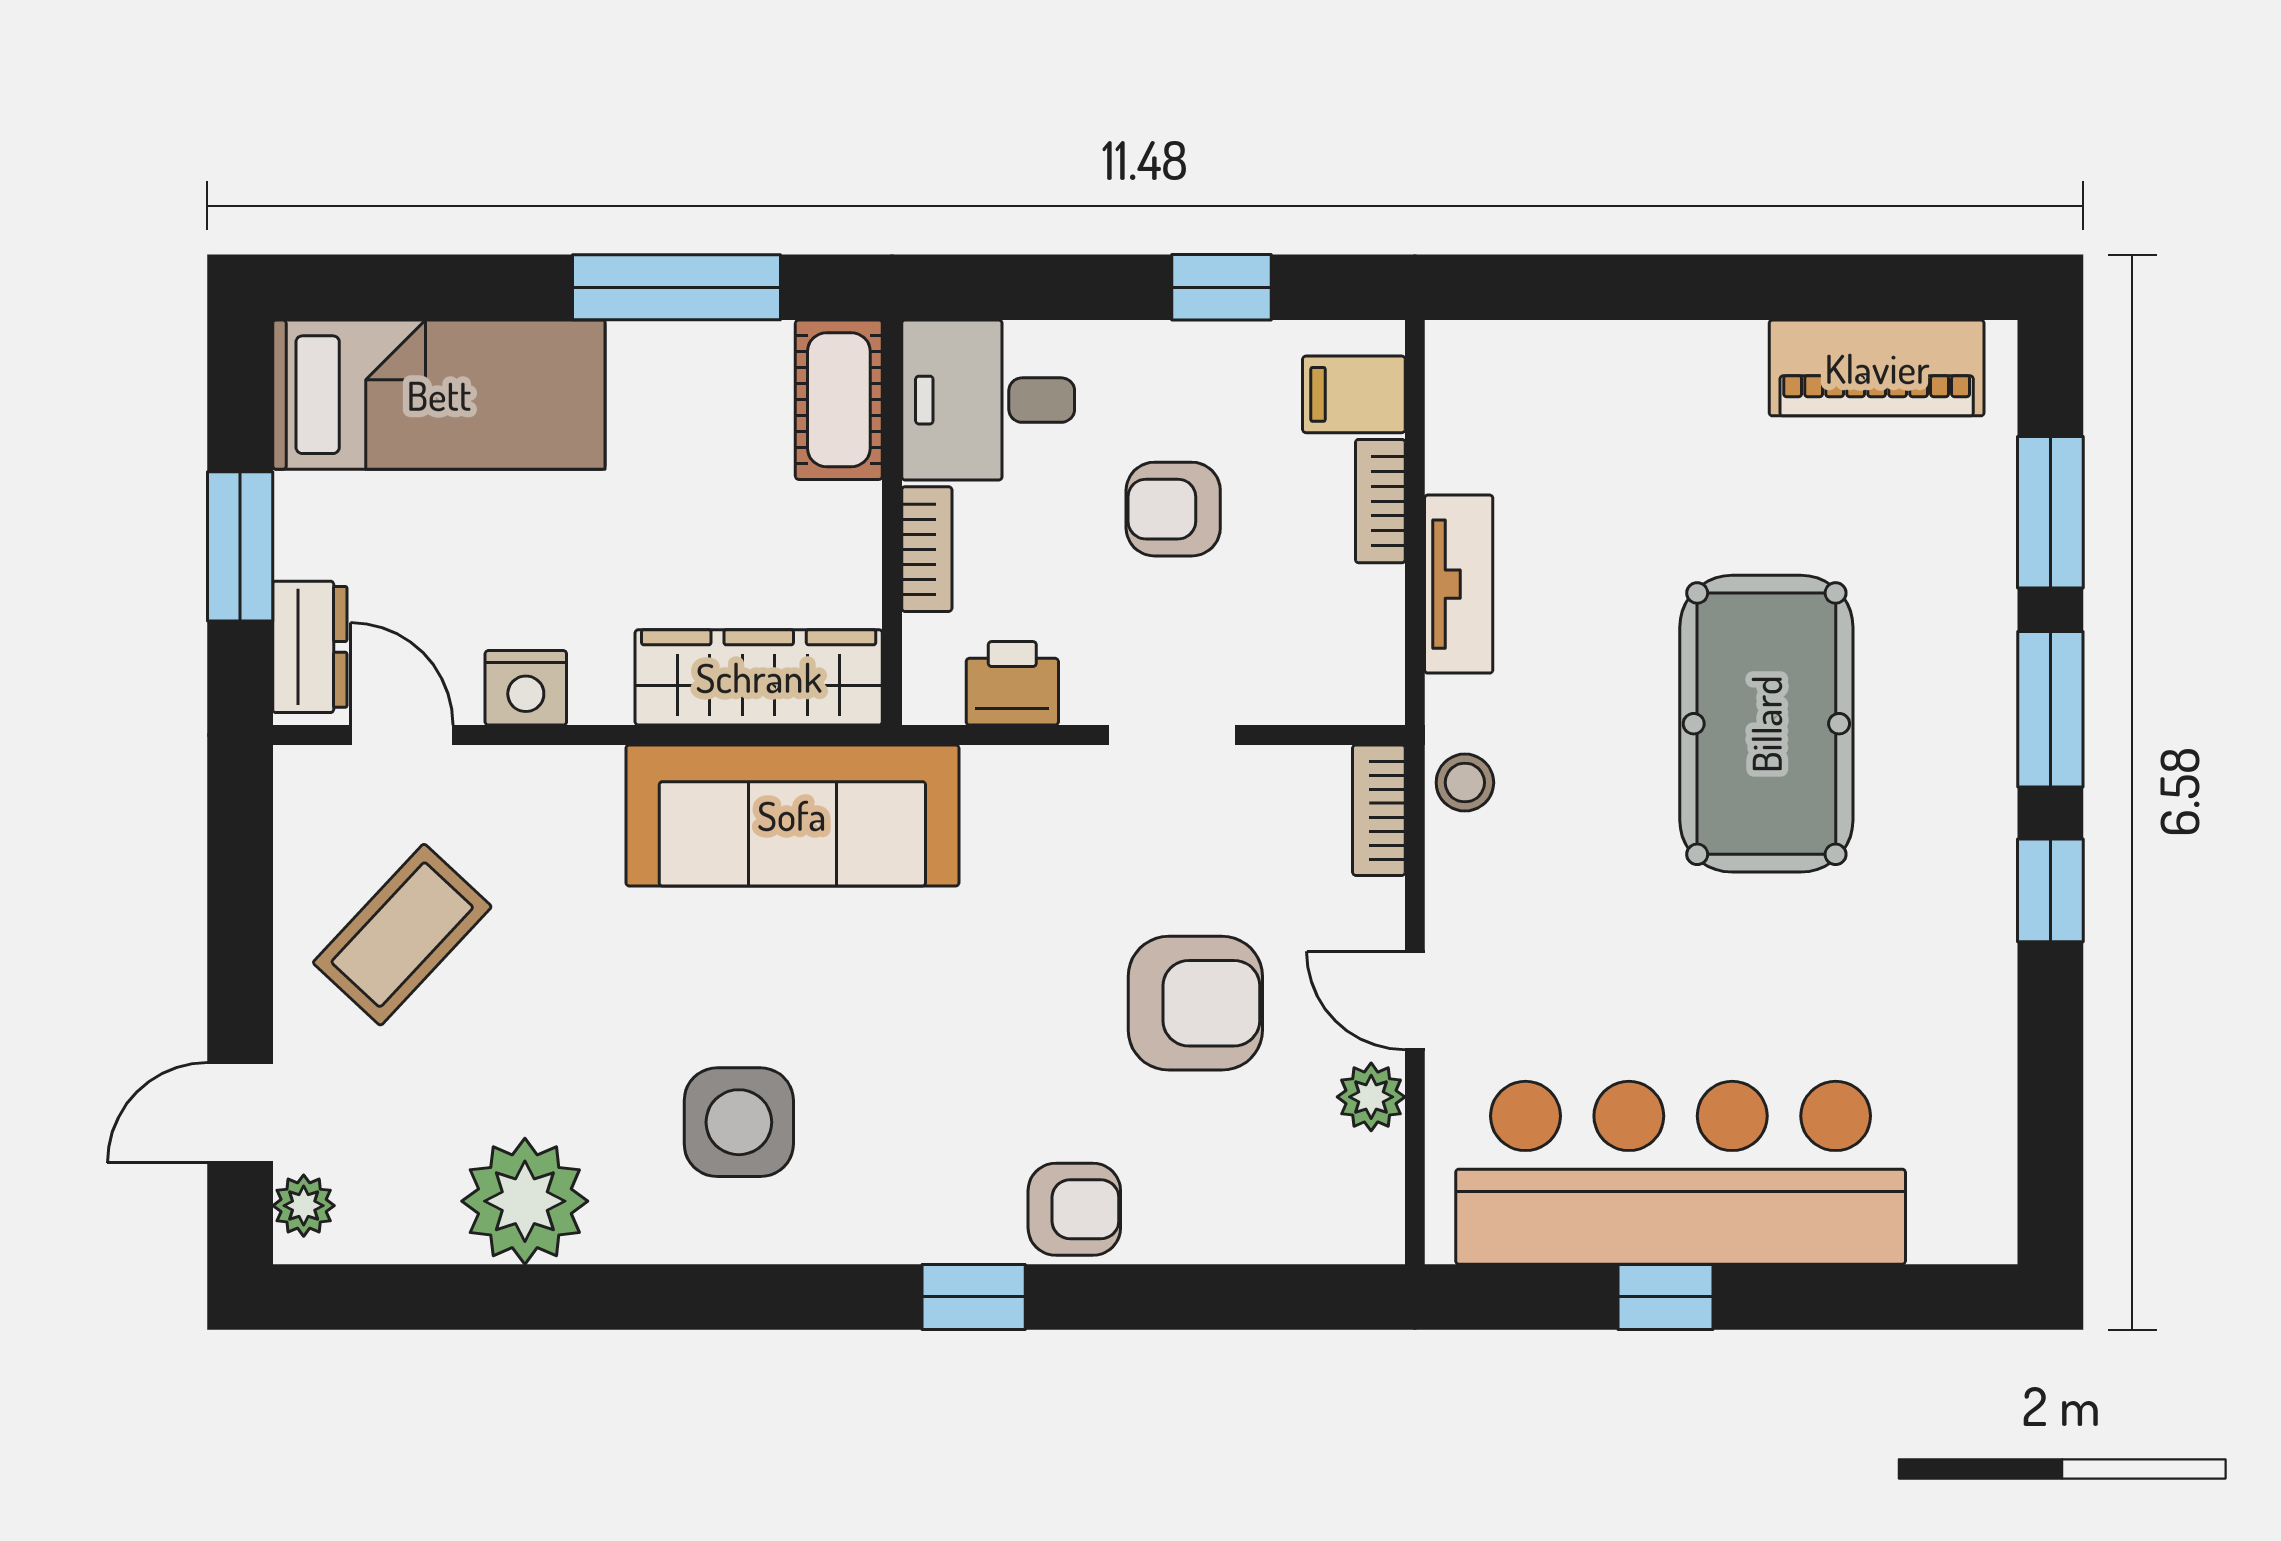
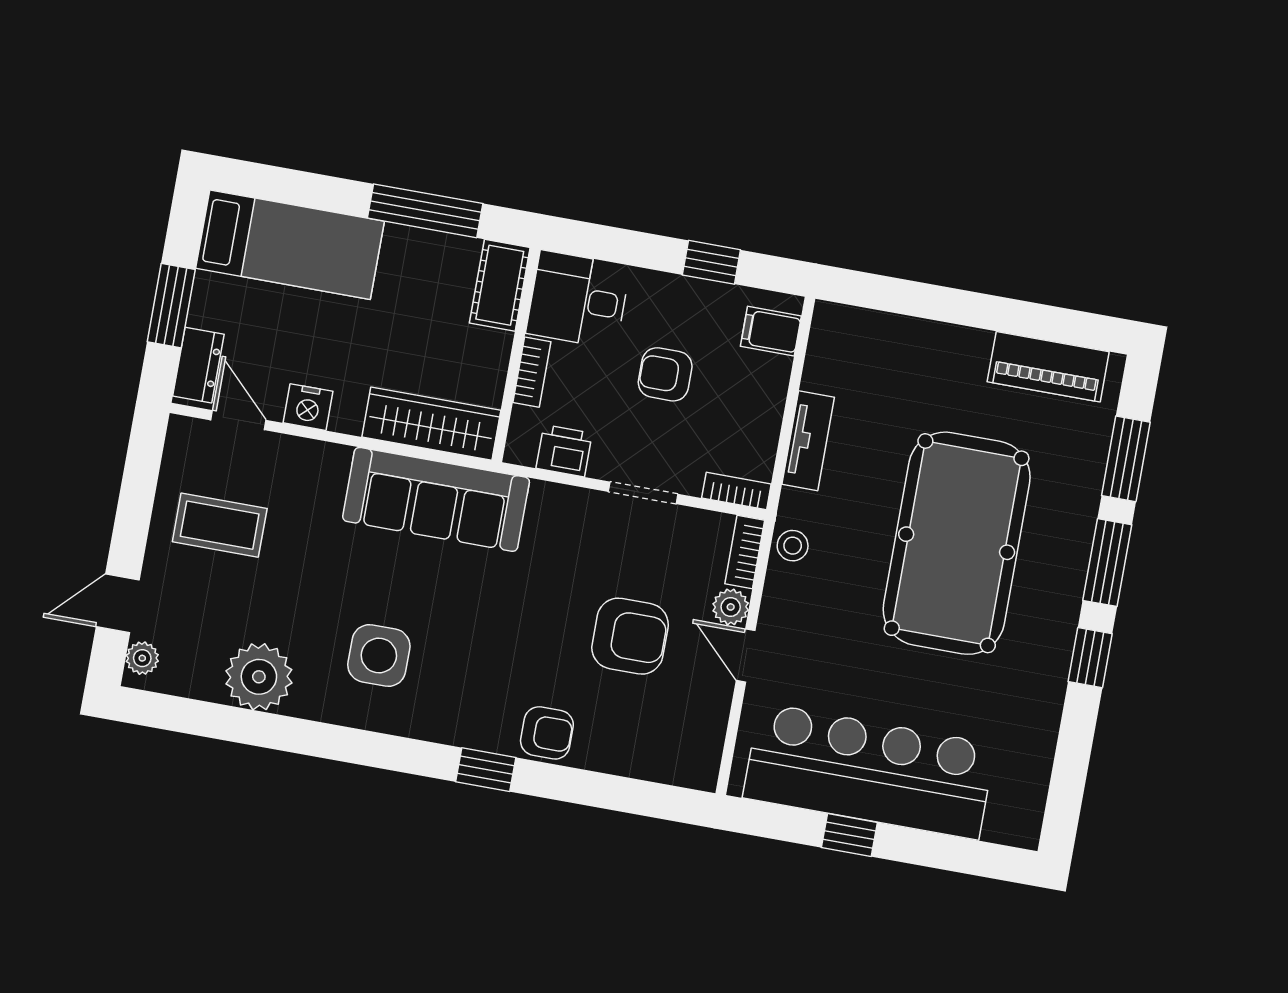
bookcase: (1380, 501) -> (736, 491), moved, turned 90
pool table: (1766, 724) -> (957, 543), width x1.36, depth x1.32
coffee table: (402, 935) -> (220, 525), turned 47
plant: (1371, 1097) -> (731, 607), moved

